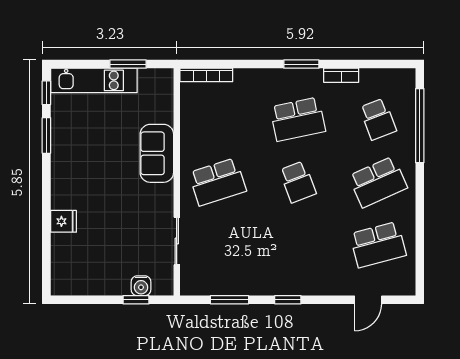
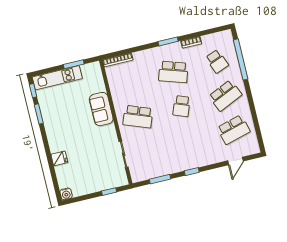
school desk: (298, 119) -> (173, 72), turned 30
school desk: (217, 182) -> (138, 117), turned 39
school desk: (298, 182) -> (182, 106), turned 42
water cooler: (141, 286) -> (66, 194), moved

